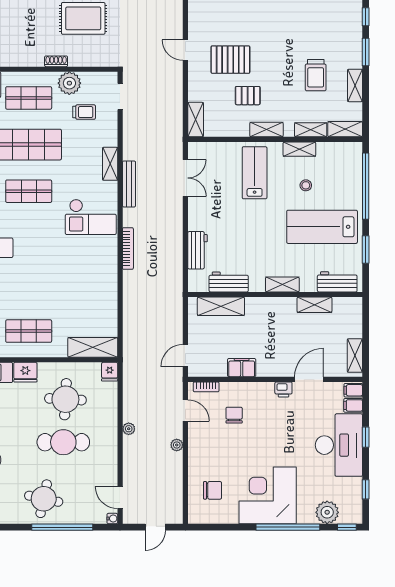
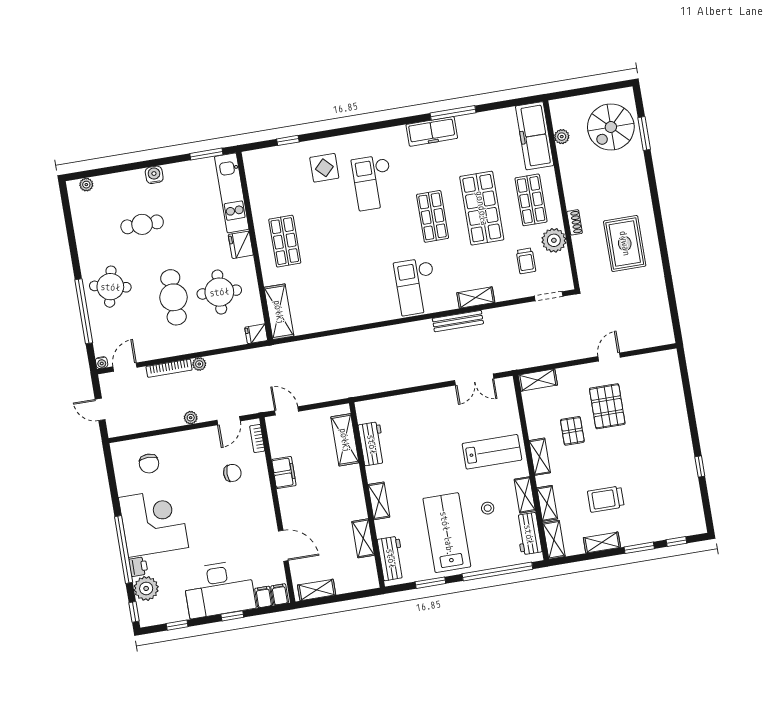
bookcase: (128, 249) -> (169, 368), moved
workbench: (197, 250) -> (529, 534), moved, turned 90
printer: (283, 390) -> (138, 567), moved, turned 180

